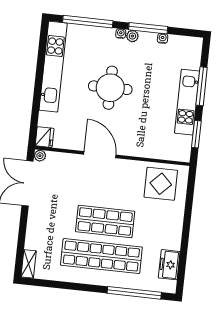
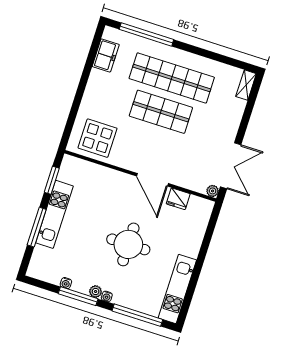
kitchen unit: (53, 67) -> (177, 289), width x0.73
fridge: (45, 137) -> (178, 199), moved, turned -90

